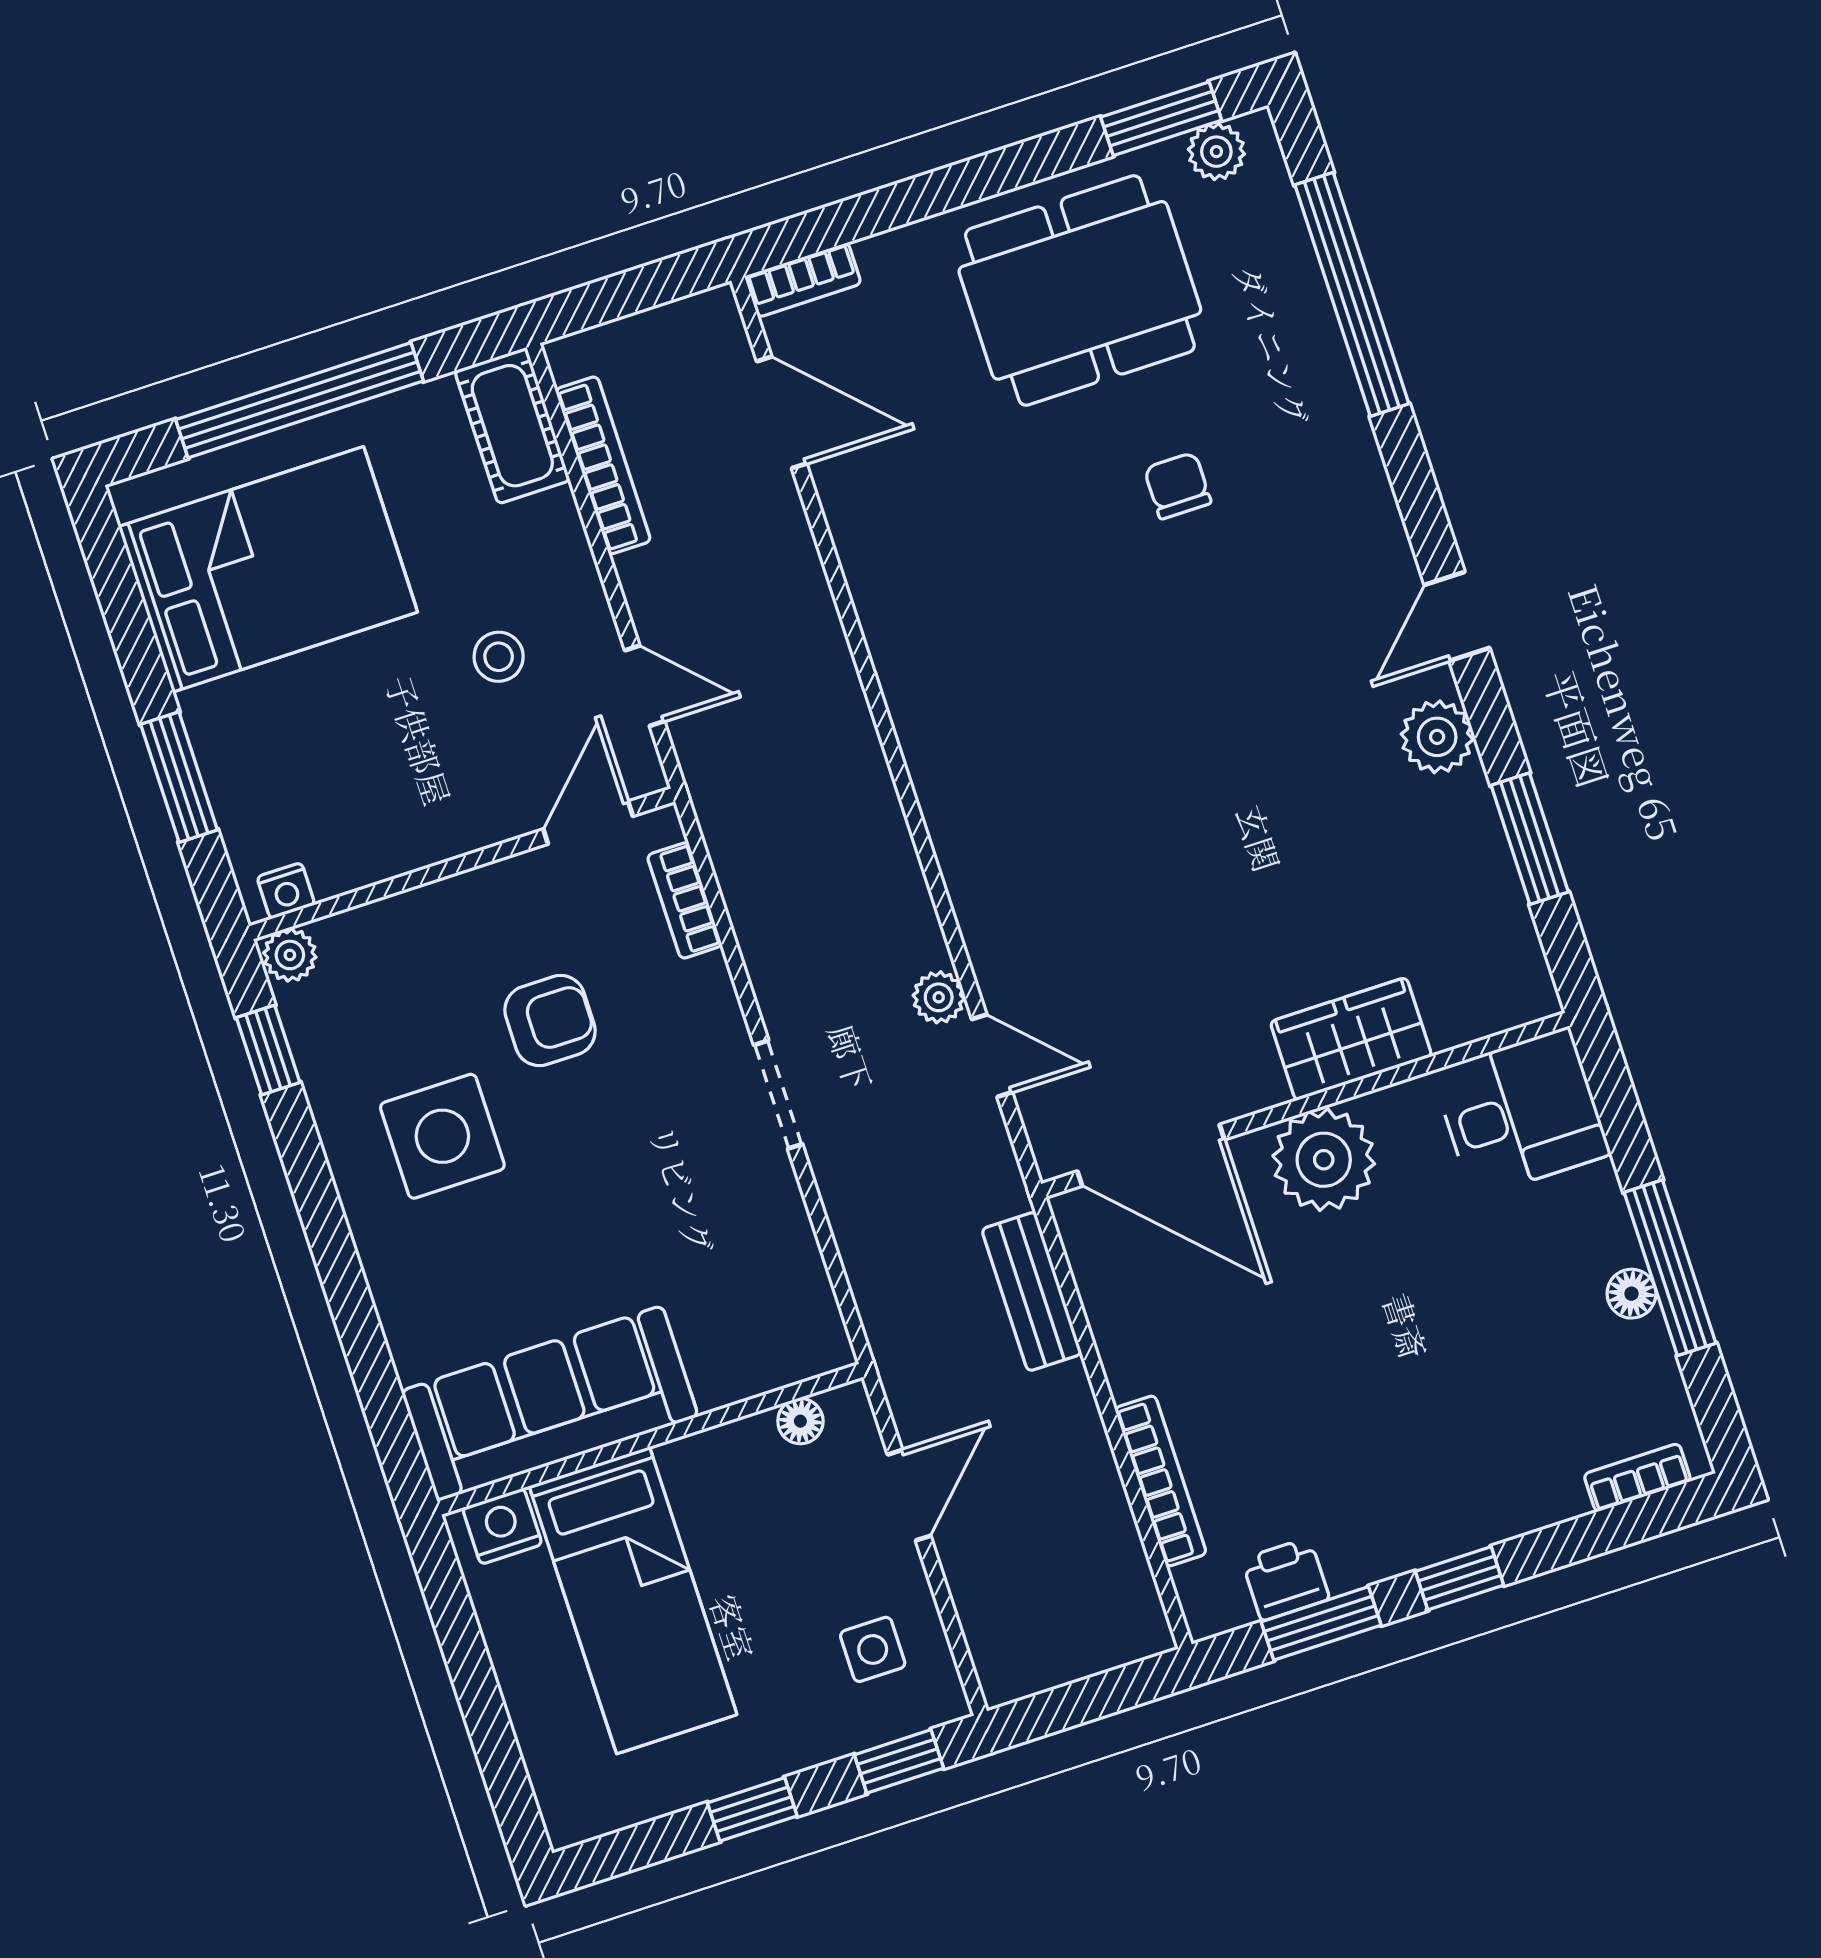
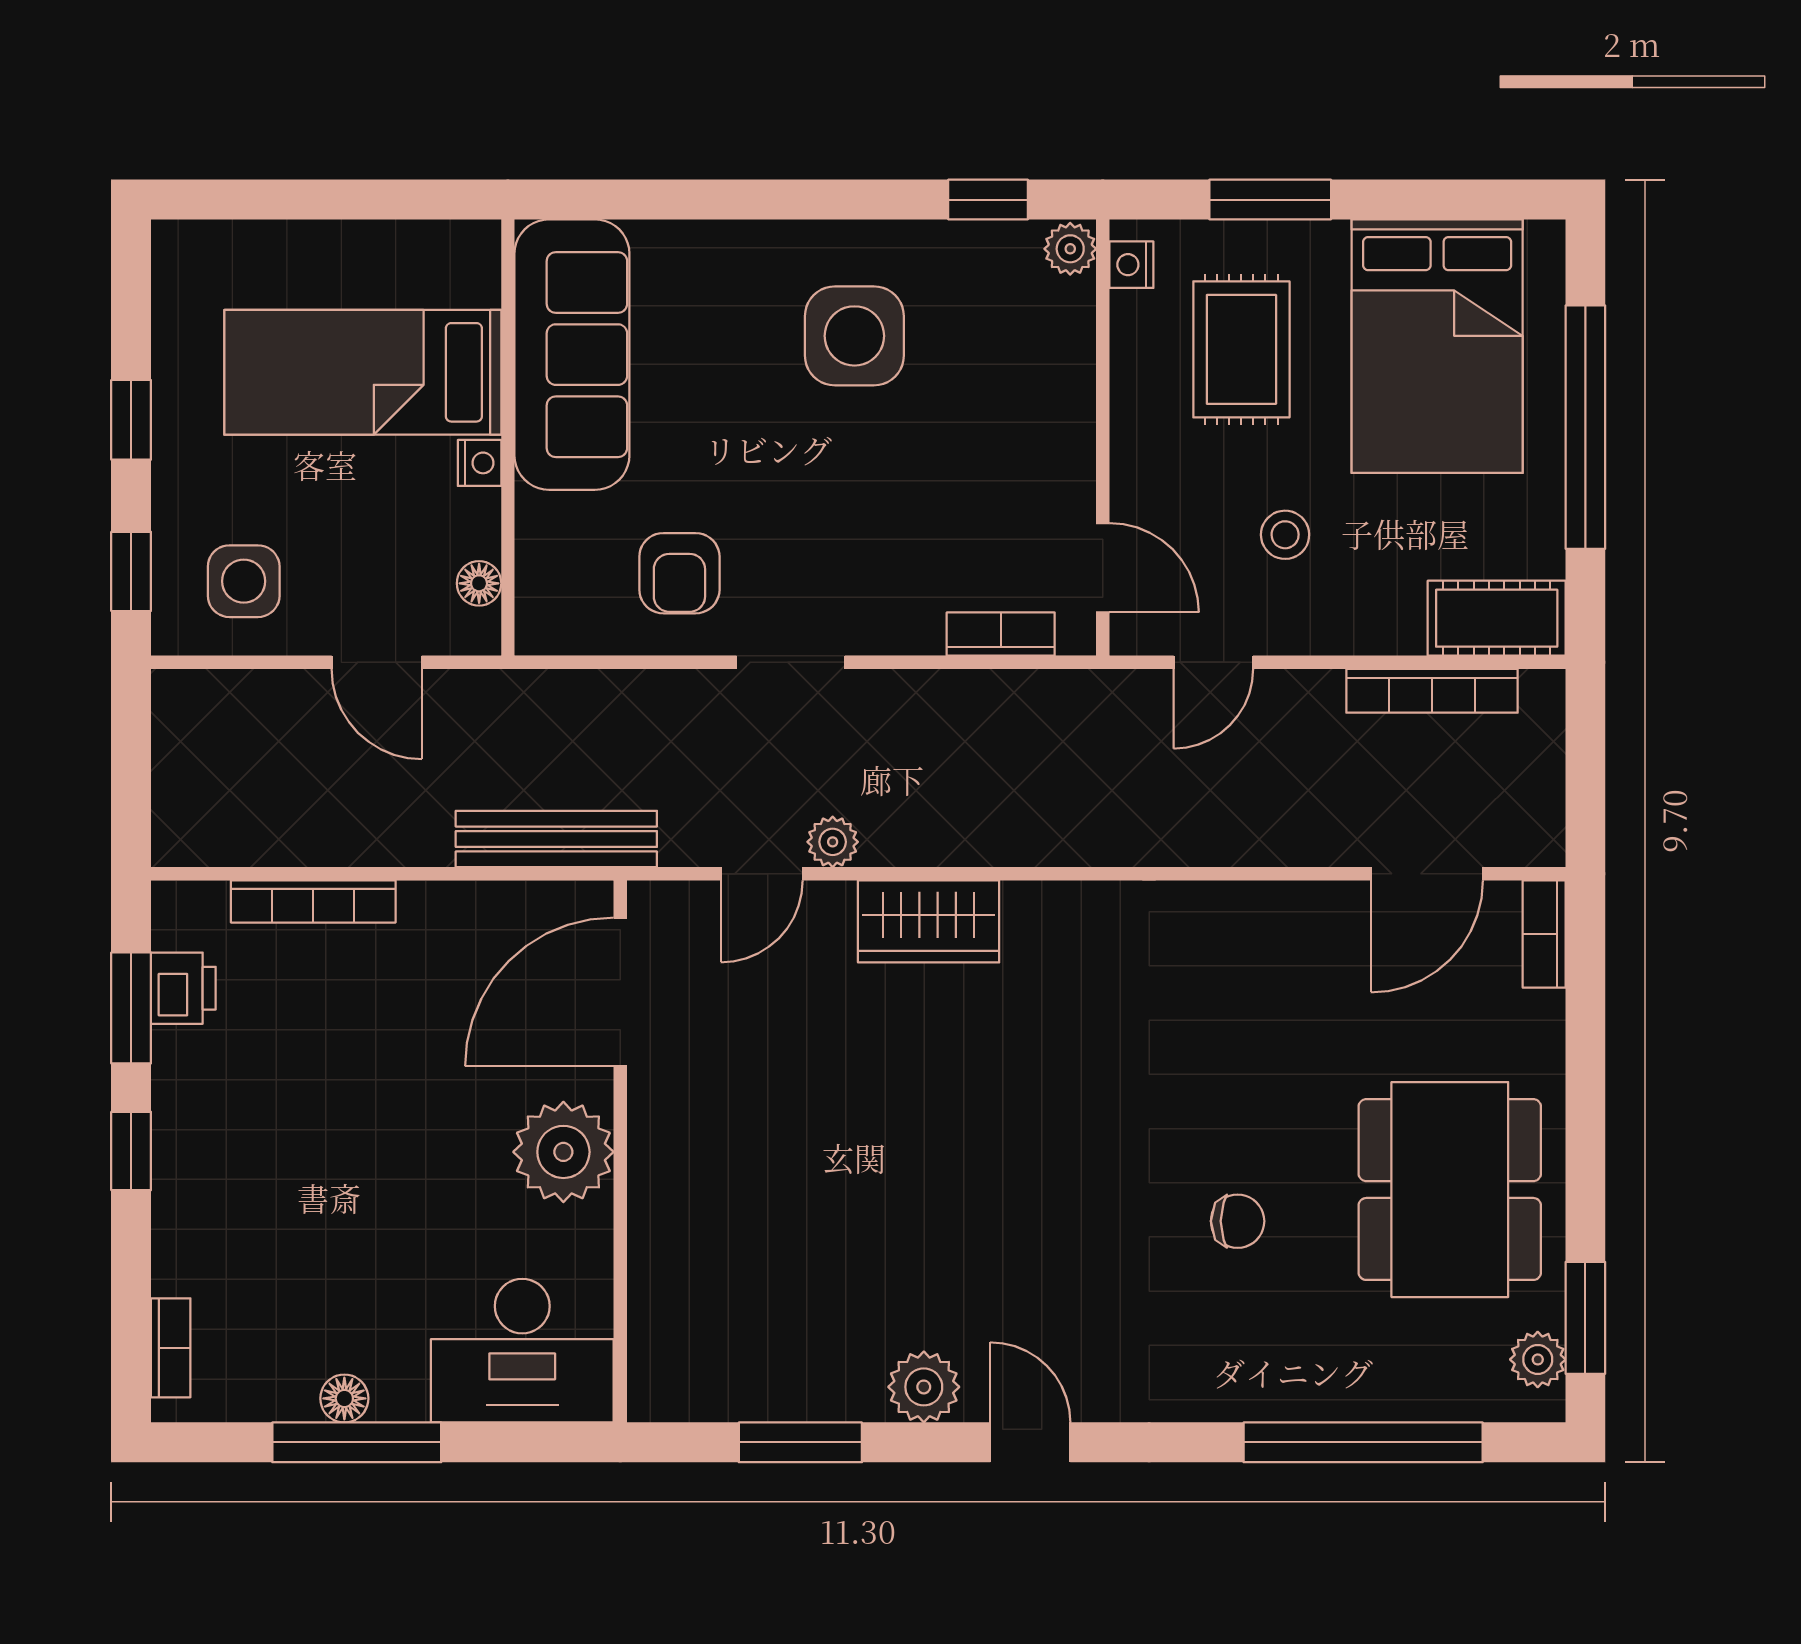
rug: (333, 758) -> (1241, 349), added
armchair: (550, 1021) -> (679, 573), moved
wardrobe: (1351, 1039) -> (929, 921), moved, turned 90
desk: (1521, 1113) -> (522, 1351), width x1.37
bench: (1032, 1291) -> (556, 839), width x1.36
nightstand: (502, 1526) -> (480, 463), moved, width x0.72, depth x0.74
side table: (873, 1649) -> (244, 581), width x1.37, depth x1.37

